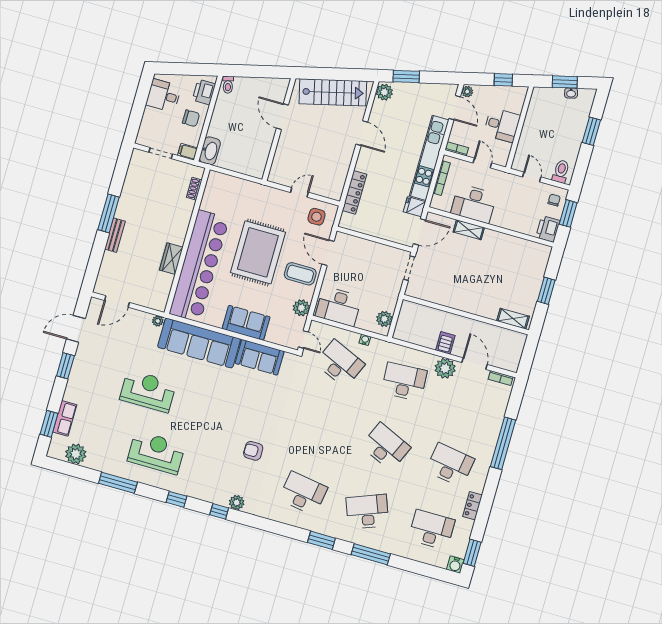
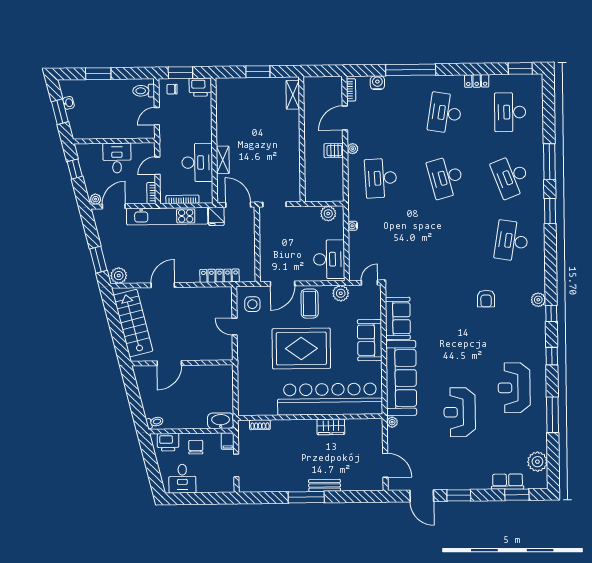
desk: (340, 363) -> (382, 242), removed
plant: (445, 368) -> (353, 149), width x0.53, depth x0.53
desk: (386, 447) -> (446, 177), turned -39
water cooler: (455, 565) -> (377, 83), moved, turned -90

